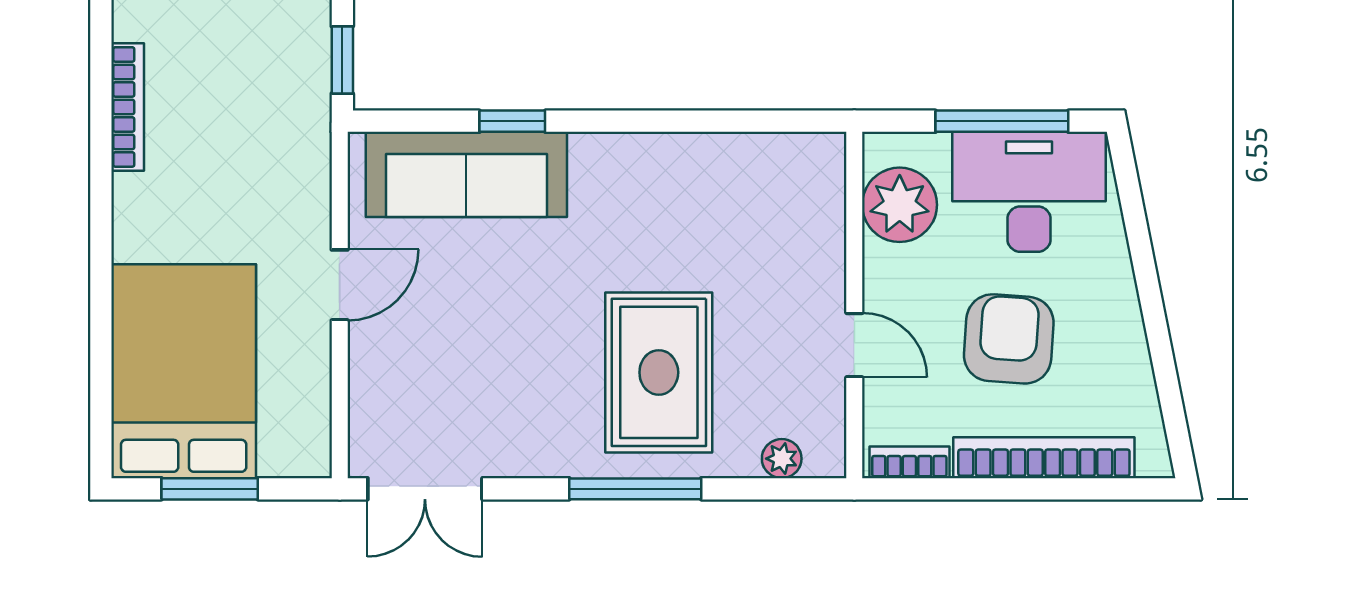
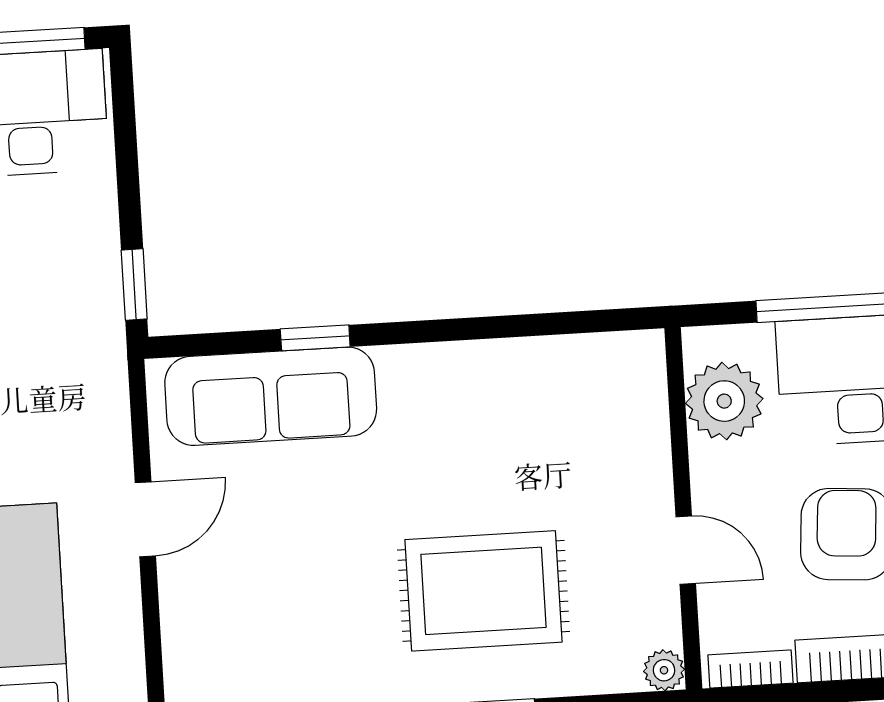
rug: (659, 372) -> (484, 591), turned 90
plant: (782, 459) -> (664, 670), moved

